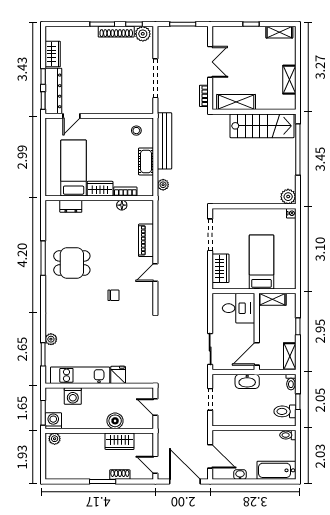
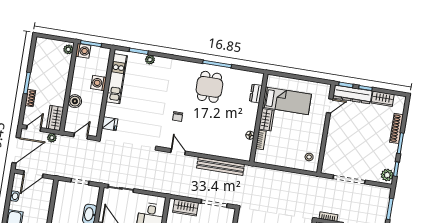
shoe rack: (116, 32) -> (396, 128), moved
door: (71, 116) -> (330, 106), swing flipped
bench: (164, 141) -> (221, 166), moved
cot: (146, 161) -> (282, 161), removed
plant: (163, 185) -> (52, 138), moved
piano: (146, 240) -> (218, 150), removed
door: (155, 273) -> (178, 152), moved
fridge: (118, 375) -> (110, 124), moved
washing machine: (73, 396) -> (99, 83), moved
wardrobe: (120, 441) -> (55, 118), moved

